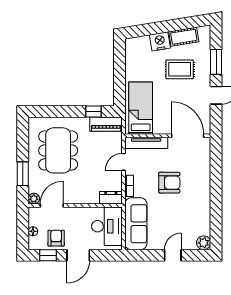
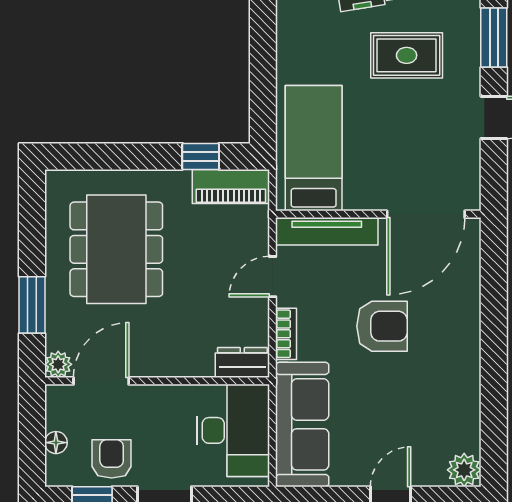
door: (188, 136) -> (426, 214), swing flipped

